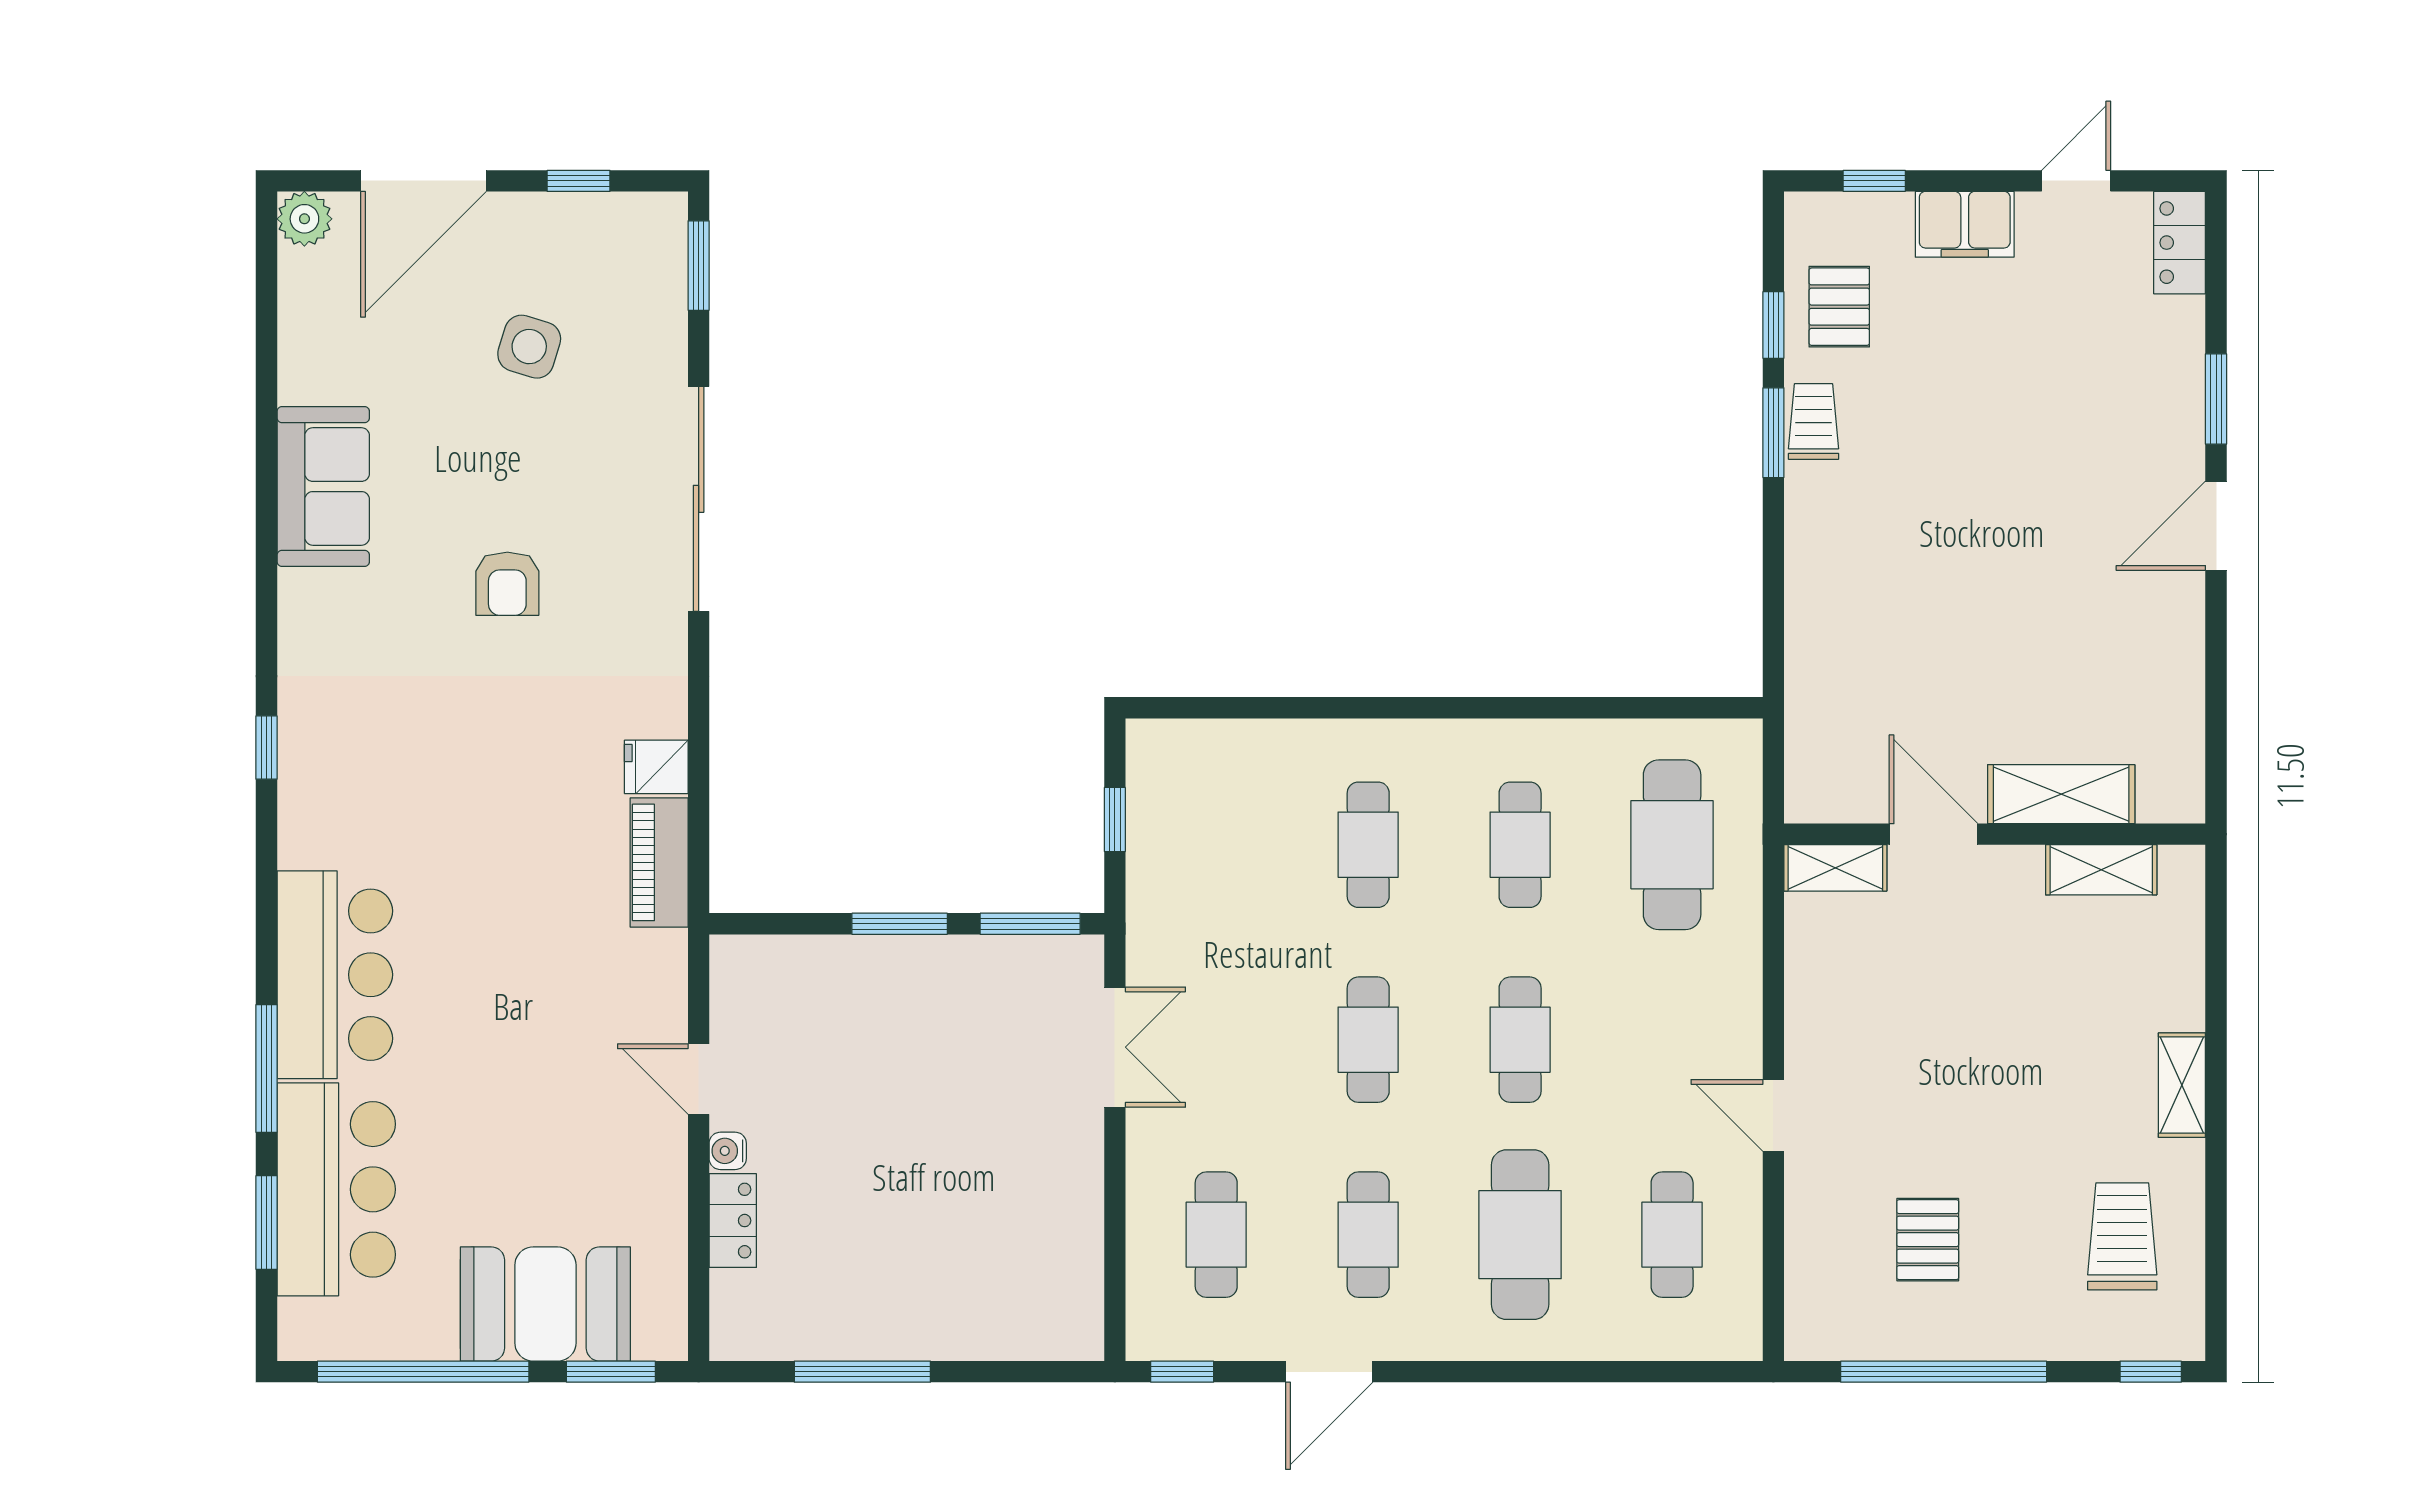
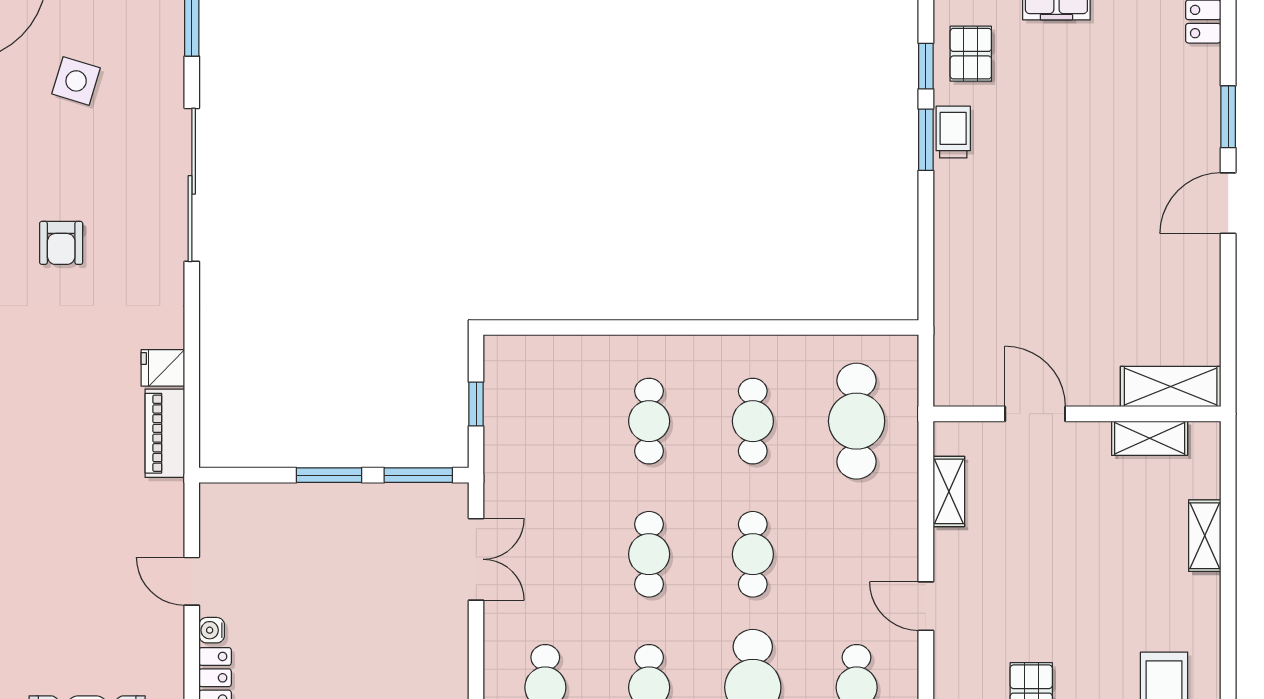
shelving: (2061, 794) -> (1171, 387), moved
shelving: (1835, 868) -> (949, 491), moved, turned 90
shelving: (2182, 1085) -> (1205, 536), moved

